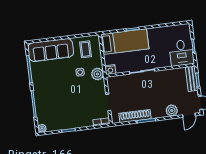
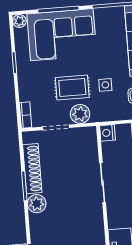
plant: (97, 74) -> (80, 114), moved
rug: (83, 93) -> (72, 87), added
corner sofa: (50, 101) -> (62, 35), added
plant: (172, 110) -> (37, 204), moved

